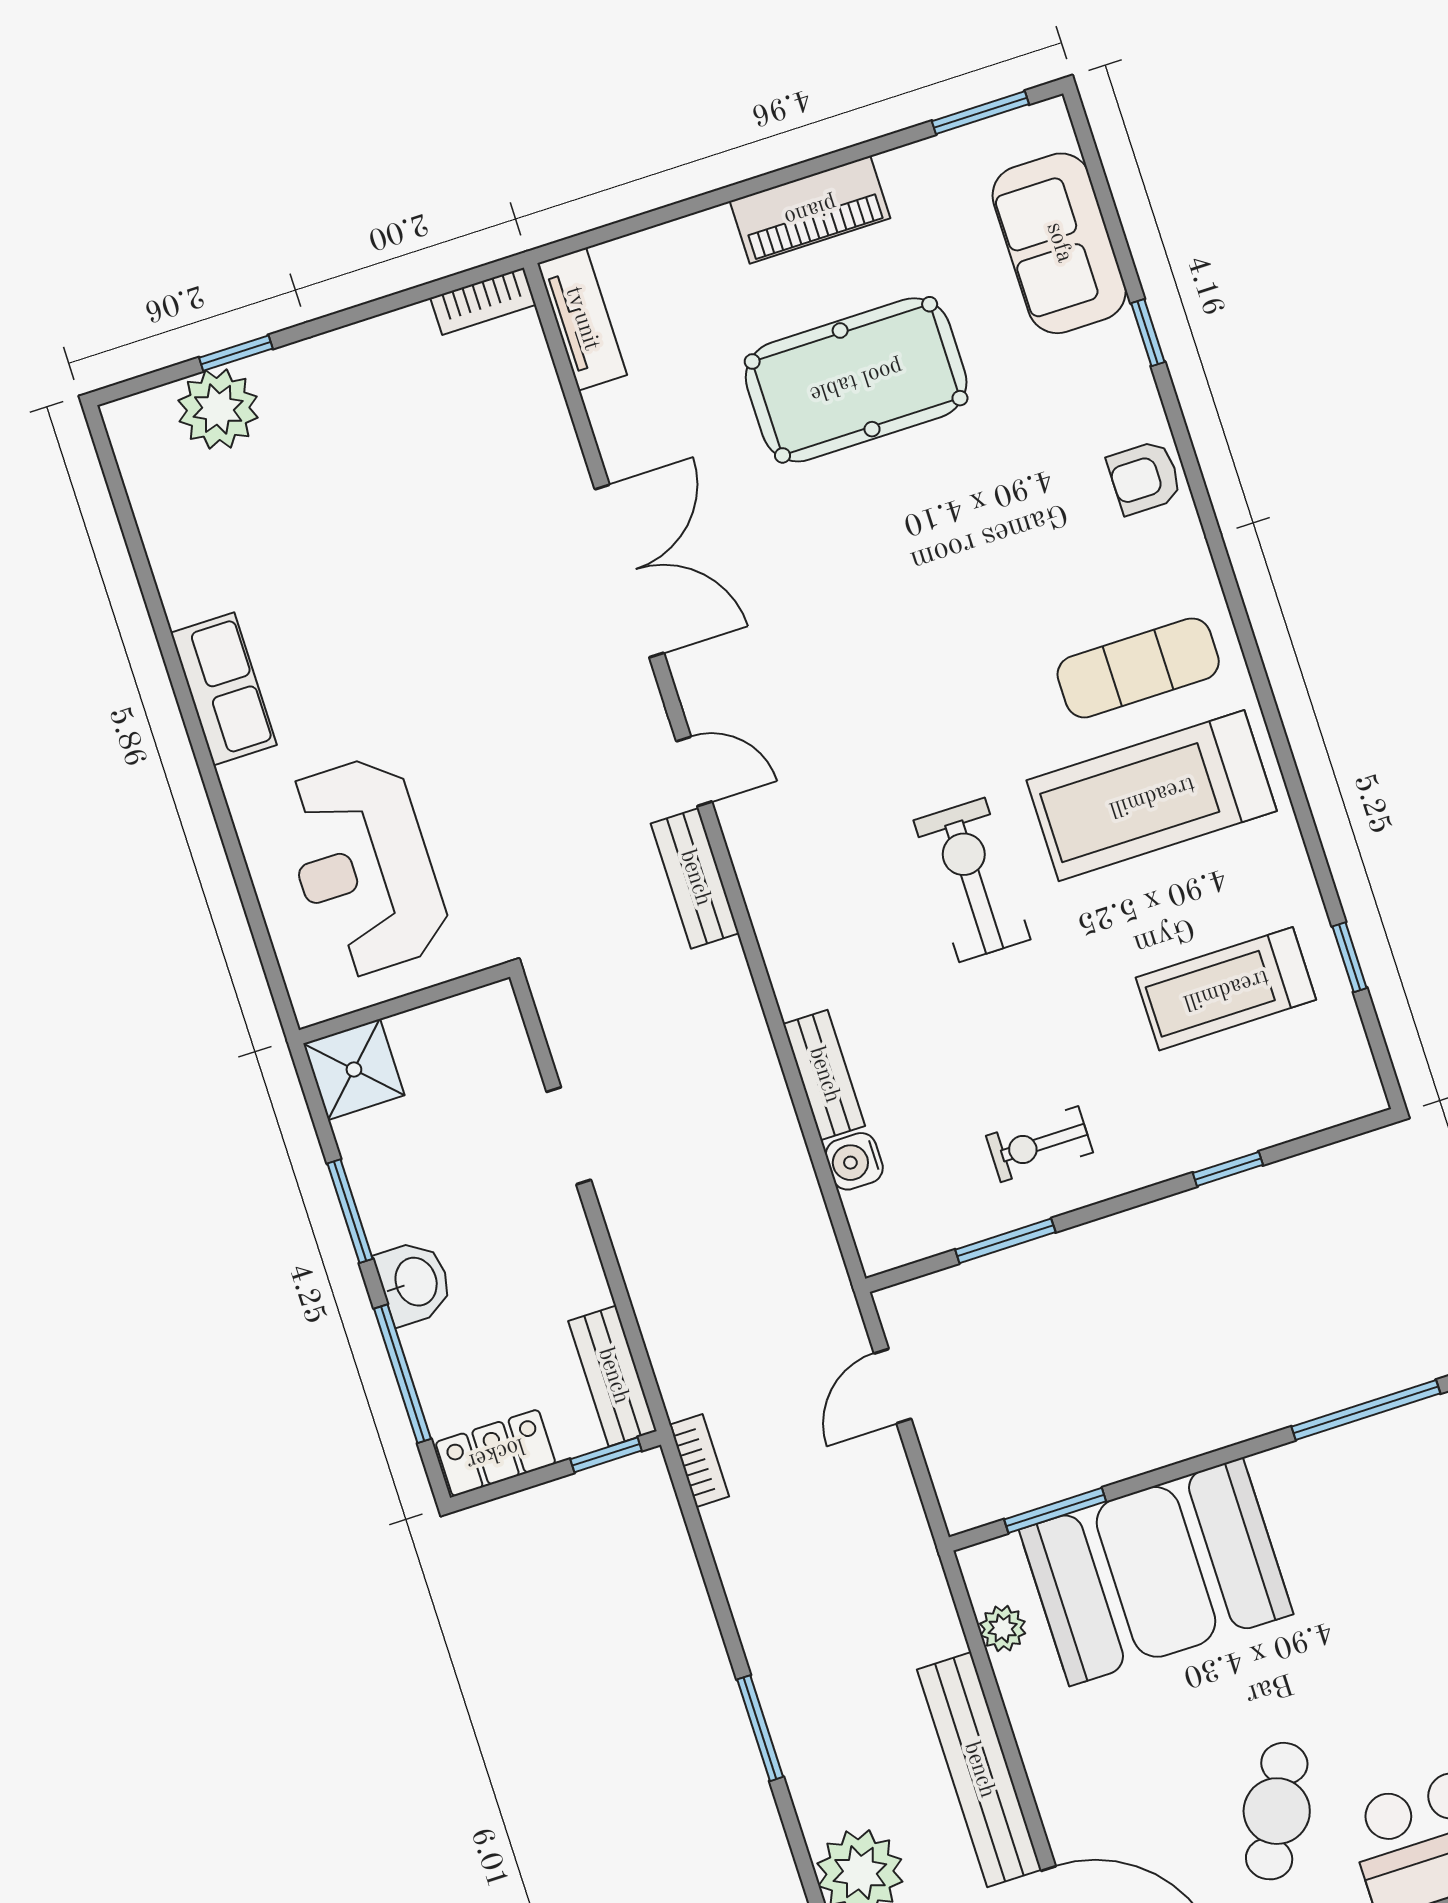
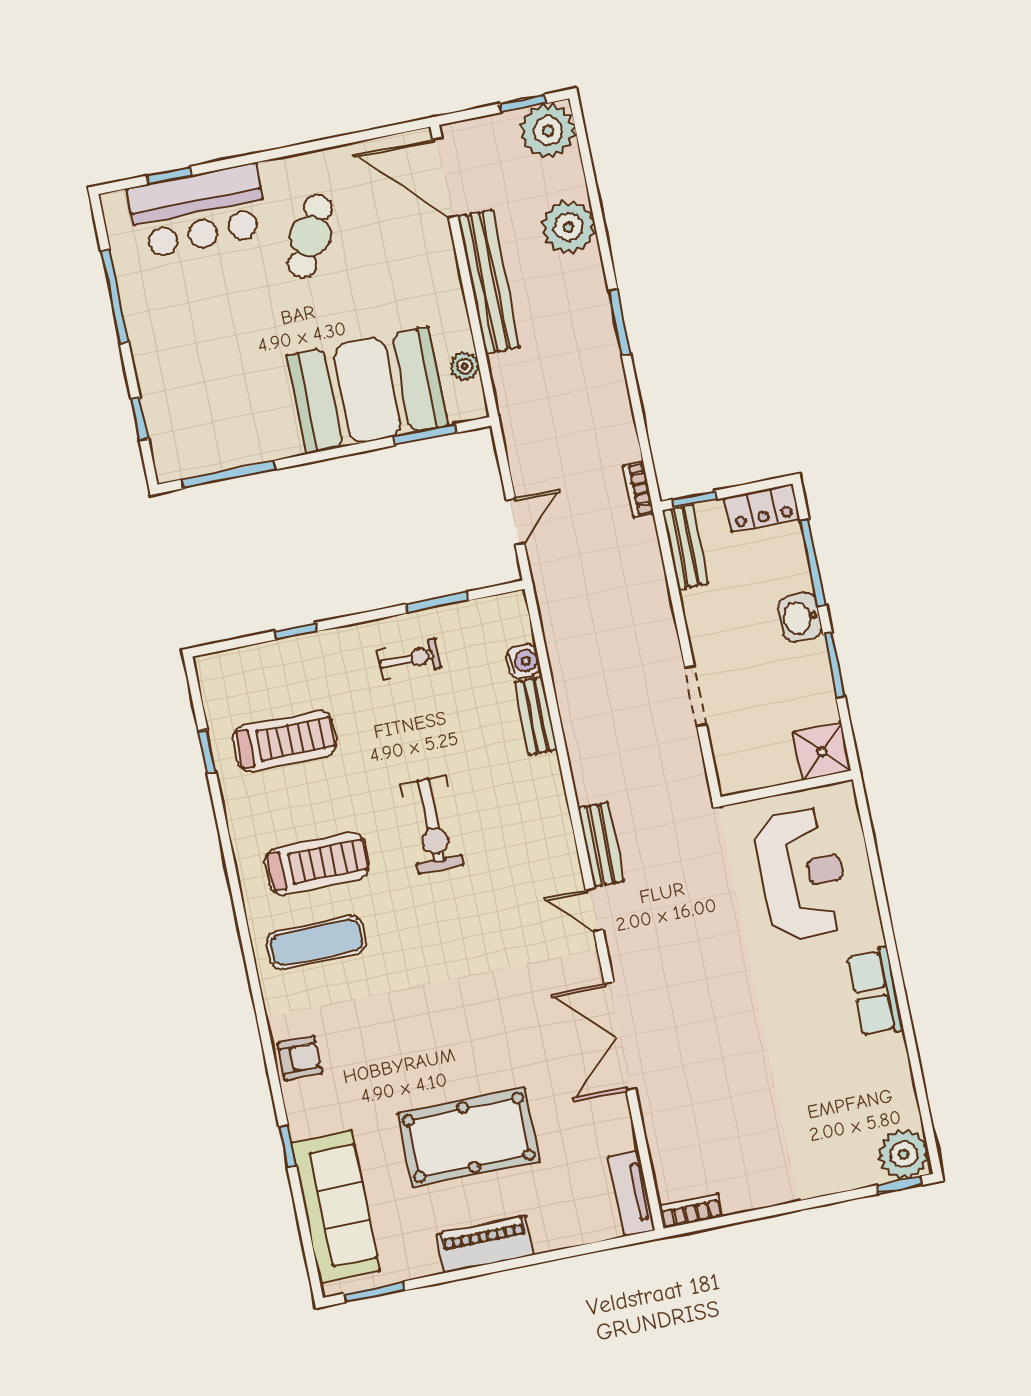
sofa: (1059, 243) -> (336, 1207), width x1.36
window: (236, 353) -> (900, 1185), moved
plant: (218, 409) -> (904, 1154), moved
treadmill: (1152, 796) -> (317, 864), width x0.73, depth x0.73

